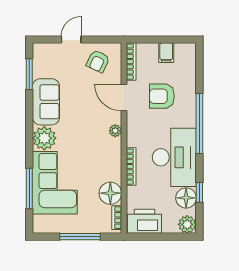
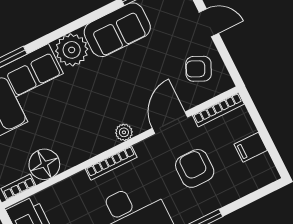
bookcase: (131, 167) -> (111, 163), moved

